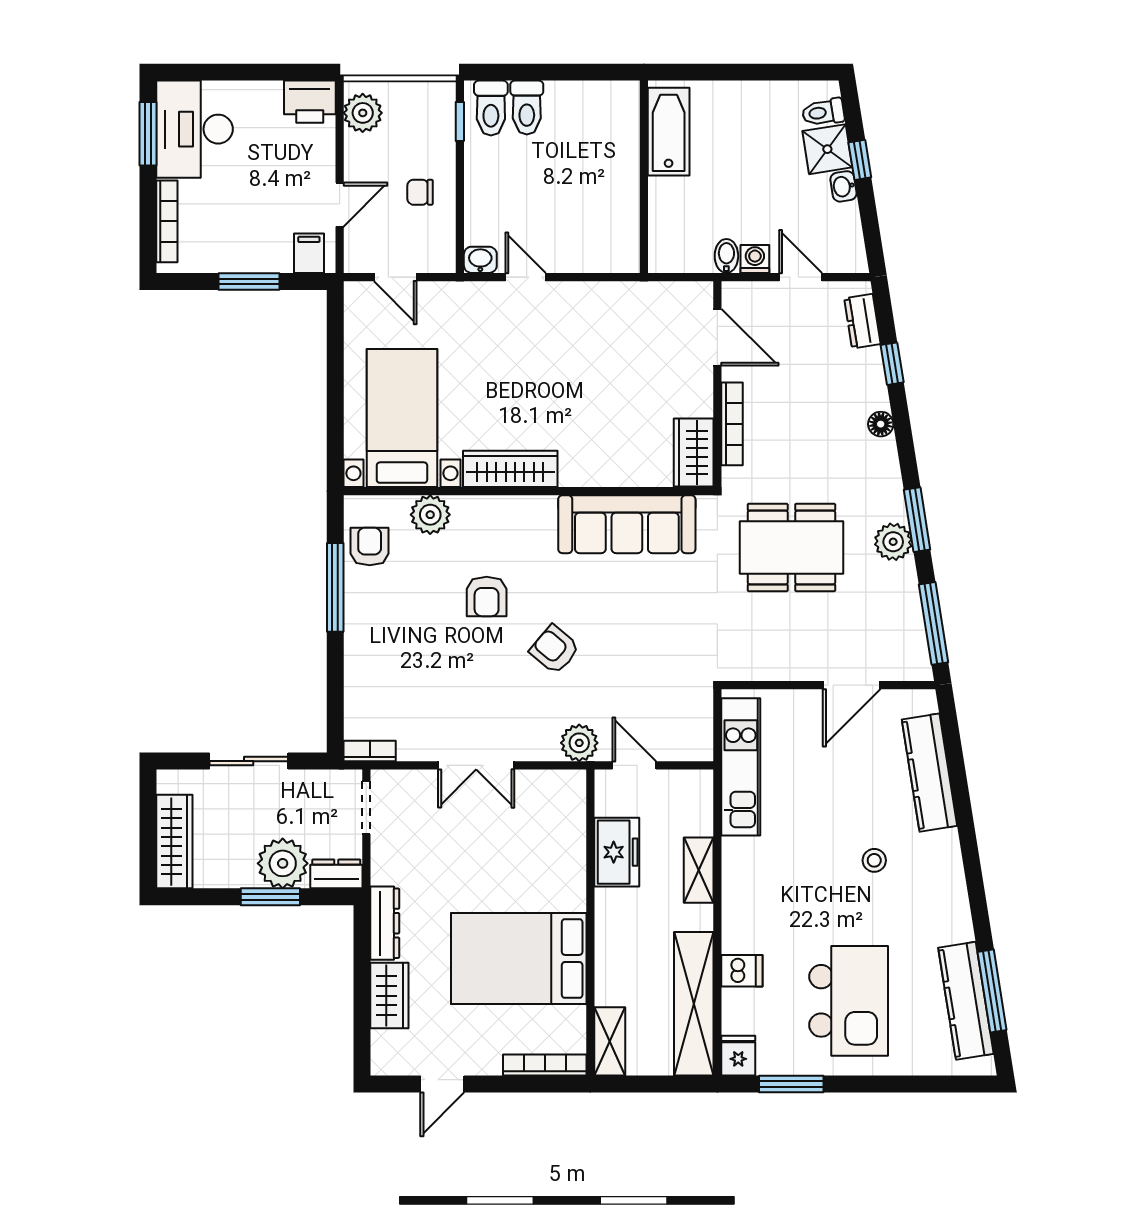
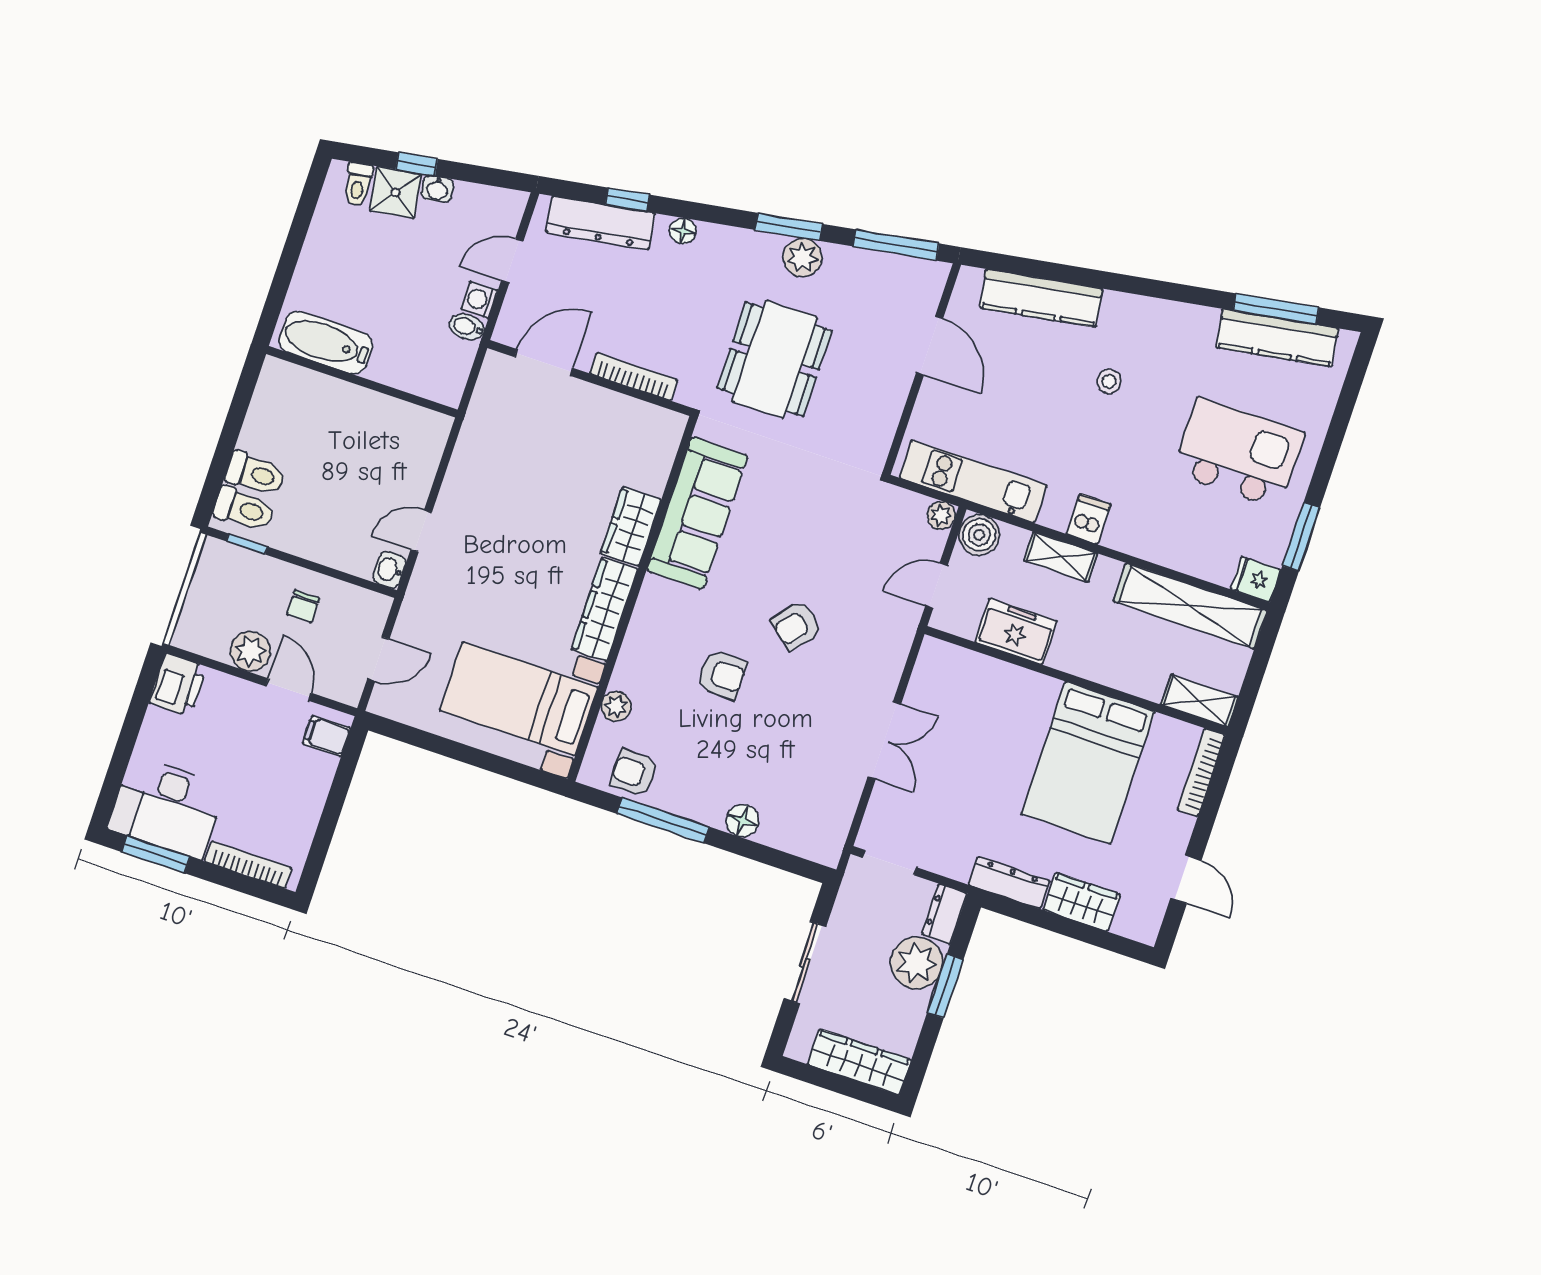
plant: (363, 113) -> (250, 651), moved
window: (249, 281) -> (334, 804), removed
dresser: (862, 321) -> (600, 223), width x1.96, depth x1.24
wardrobe: (694, 453) -> (631, 526), moved, turned 90
plant: (430, 515) -> (616, 707), width x0.73, depth x0.73
floor lamp: (359, 660) -> (742, 821), added
plant: (579, 743) -> (941, 515), moved, width x0.73, depth x0.73
bookcase: (370, 751) -> (835, 841), removed
boiler: (694, 789) -> (979, 535), added
dishwasher: (742, 971) -> (1089, 519), moved

